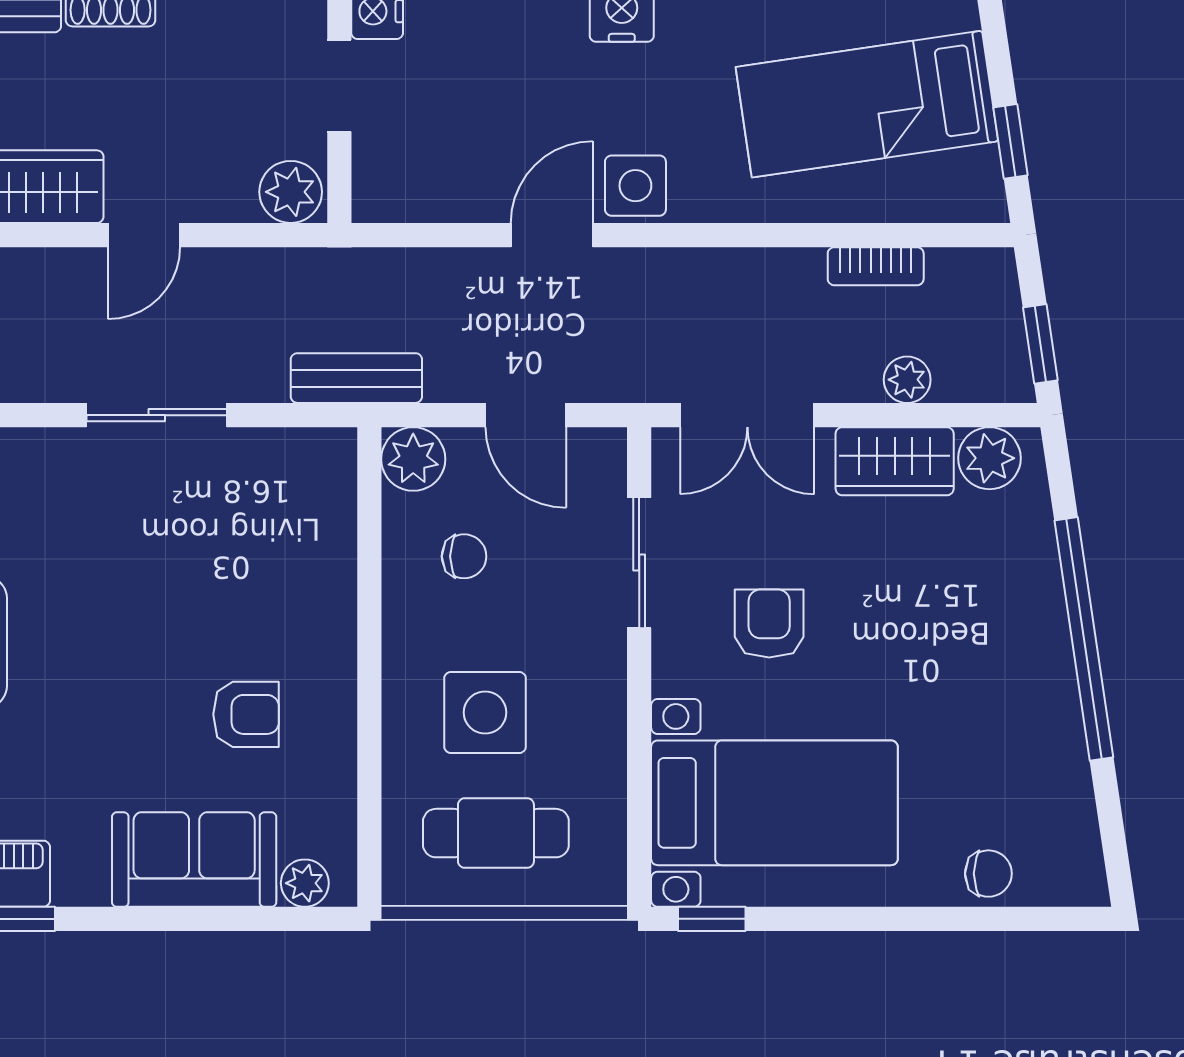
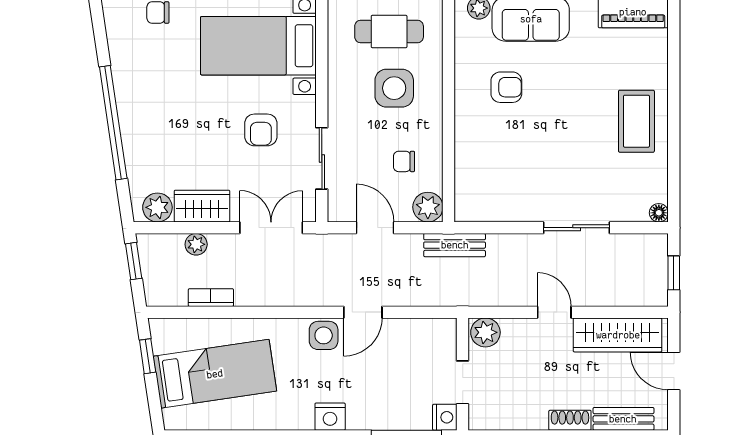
door: (144, 235) -> (554, 312), hinge flipped
sliding door: (157, 415) -> (577, 228), moved
armchair: (246, 714) -> (506, 87), turned 180

